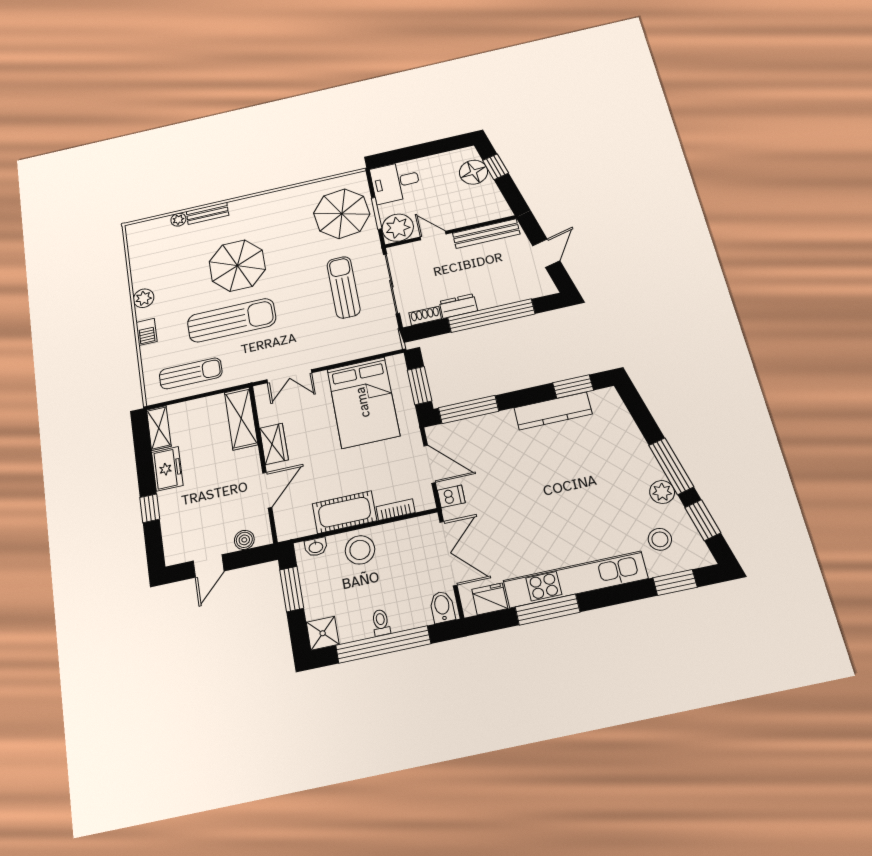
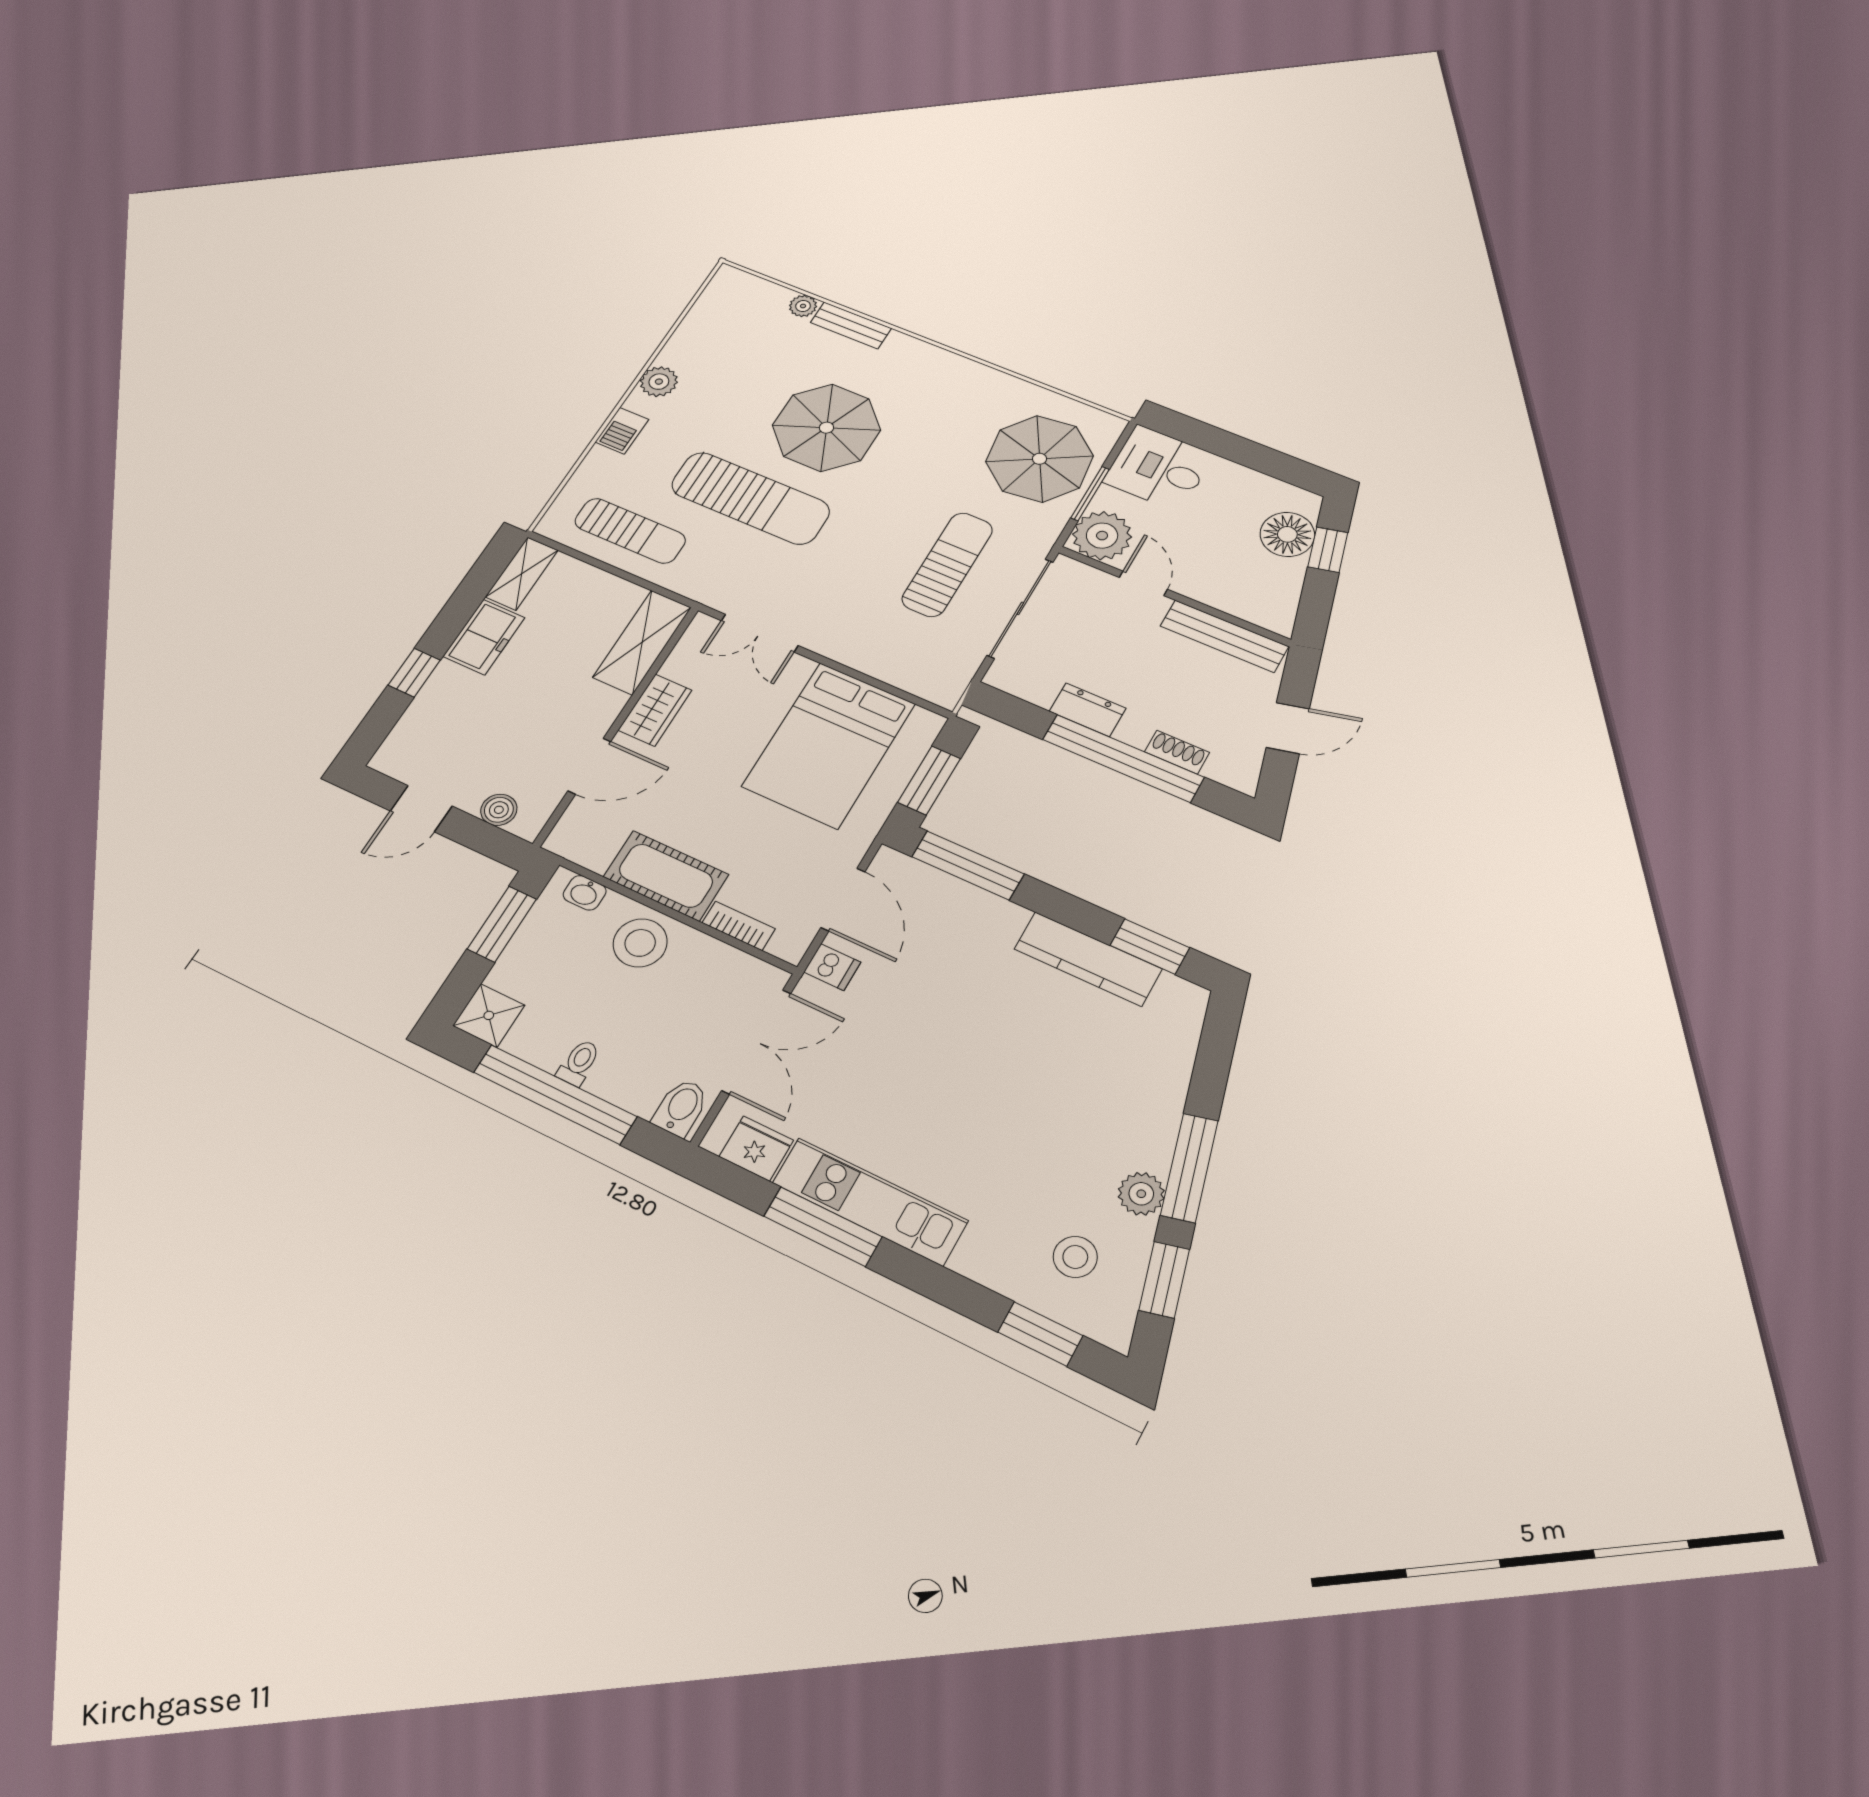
shoe rack: (425, 316) -> (1177, 752), moved
kitchen unit: (575, 579) -> (870, 1202), width x0.73

